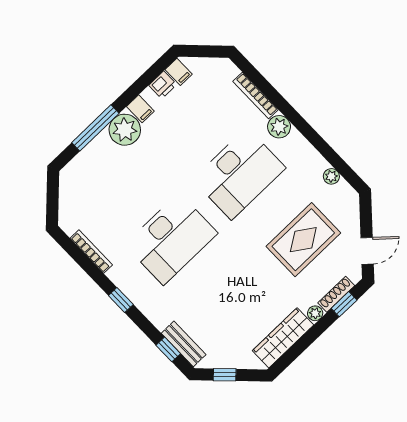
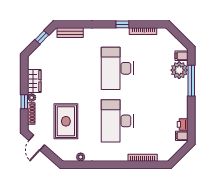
filing cabinet: (140, 109) -> (182, 56), moved
plant: (279, 127) -> (121, 155), removed
plant: (125, 130) -> (179, 70), moved
window: (121, 300) -> (122, 24), moved
window: (344, 304) -> (24, 102), moved
wardrobe: (283, 338) -> (34, 81), width x0.67
window: (168, 349) -> (74, 24), removed

